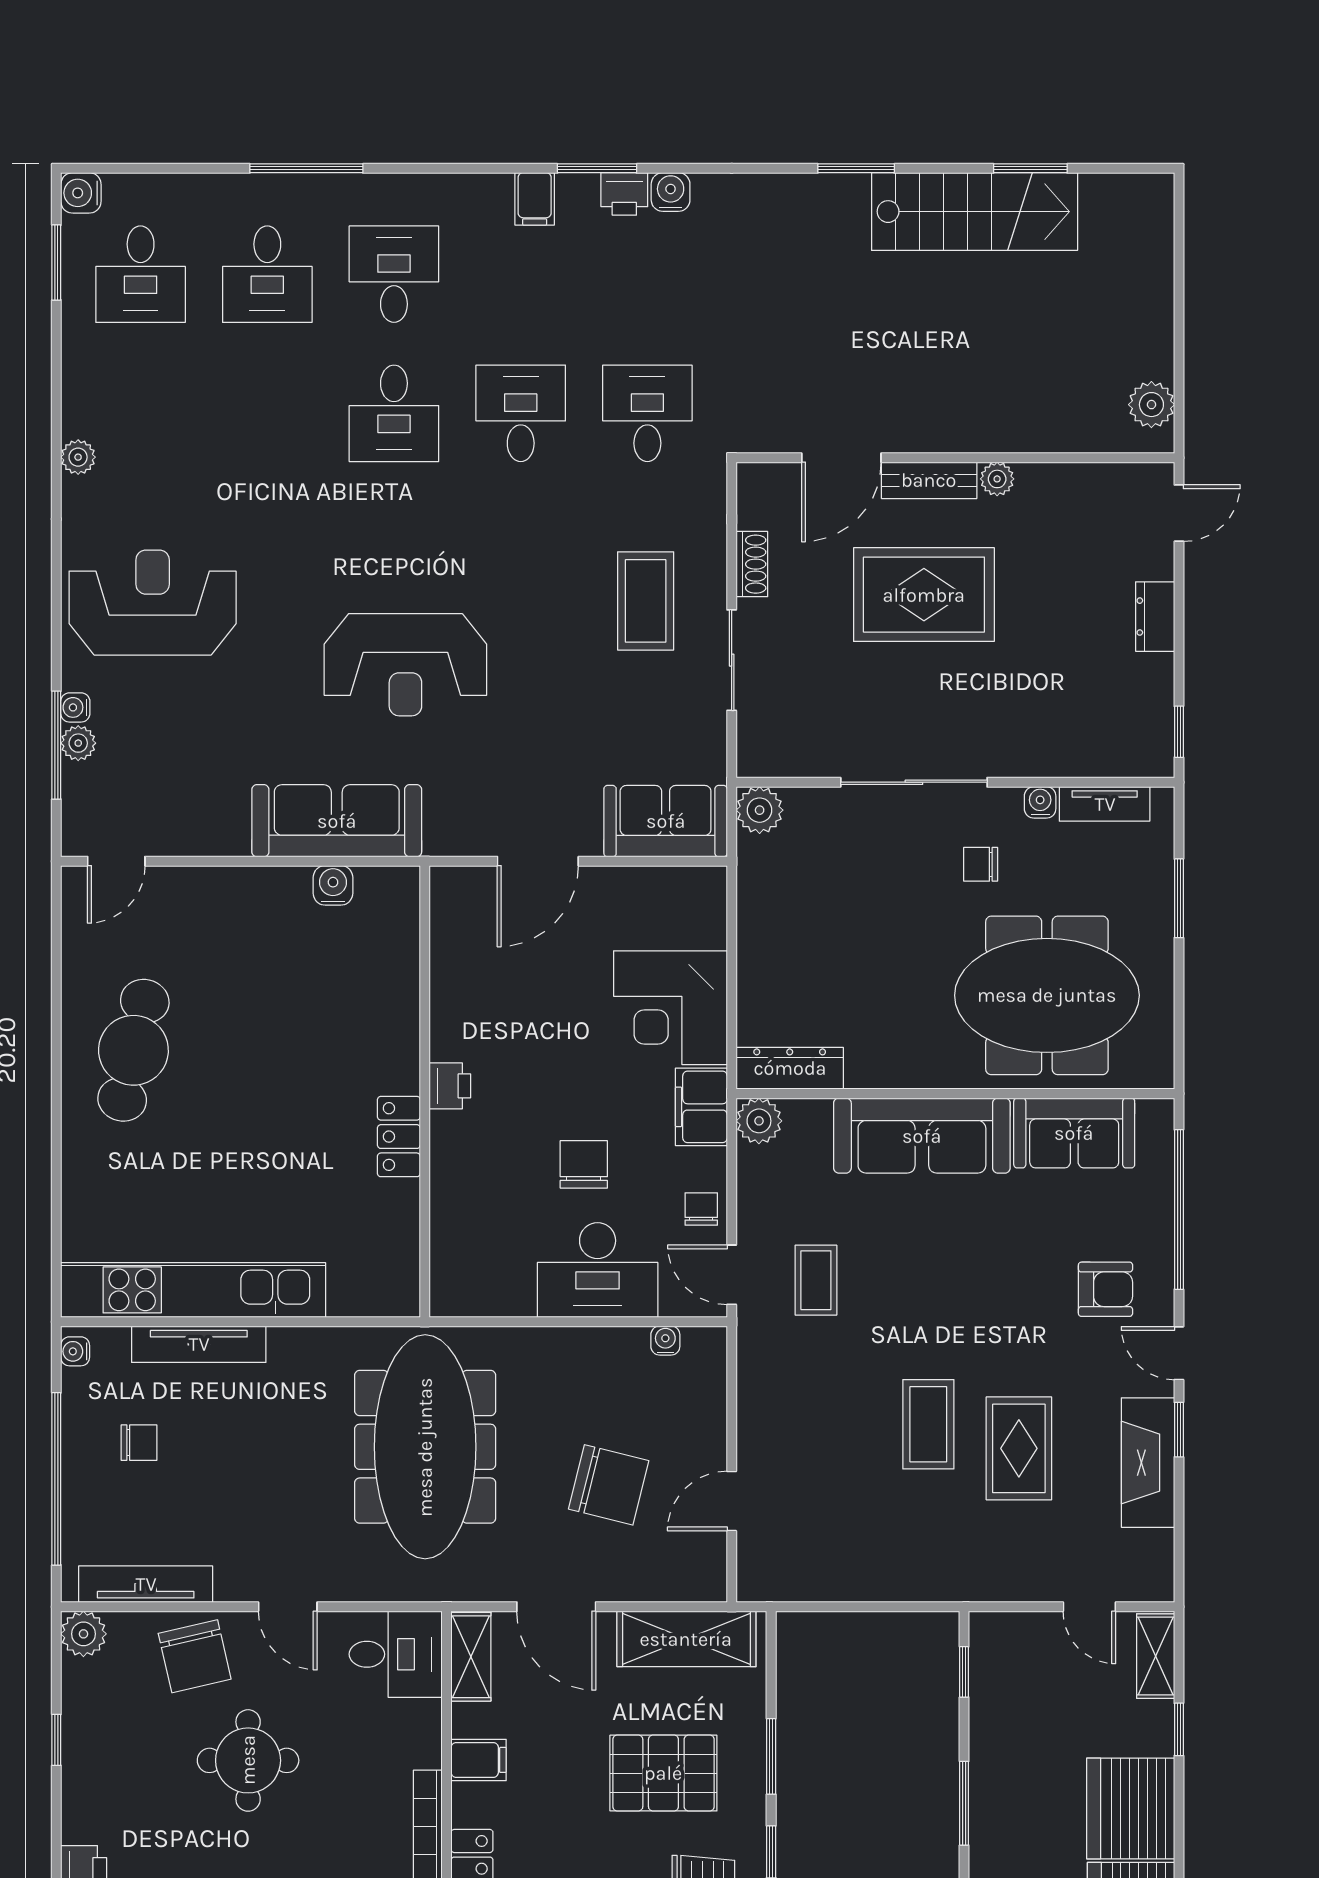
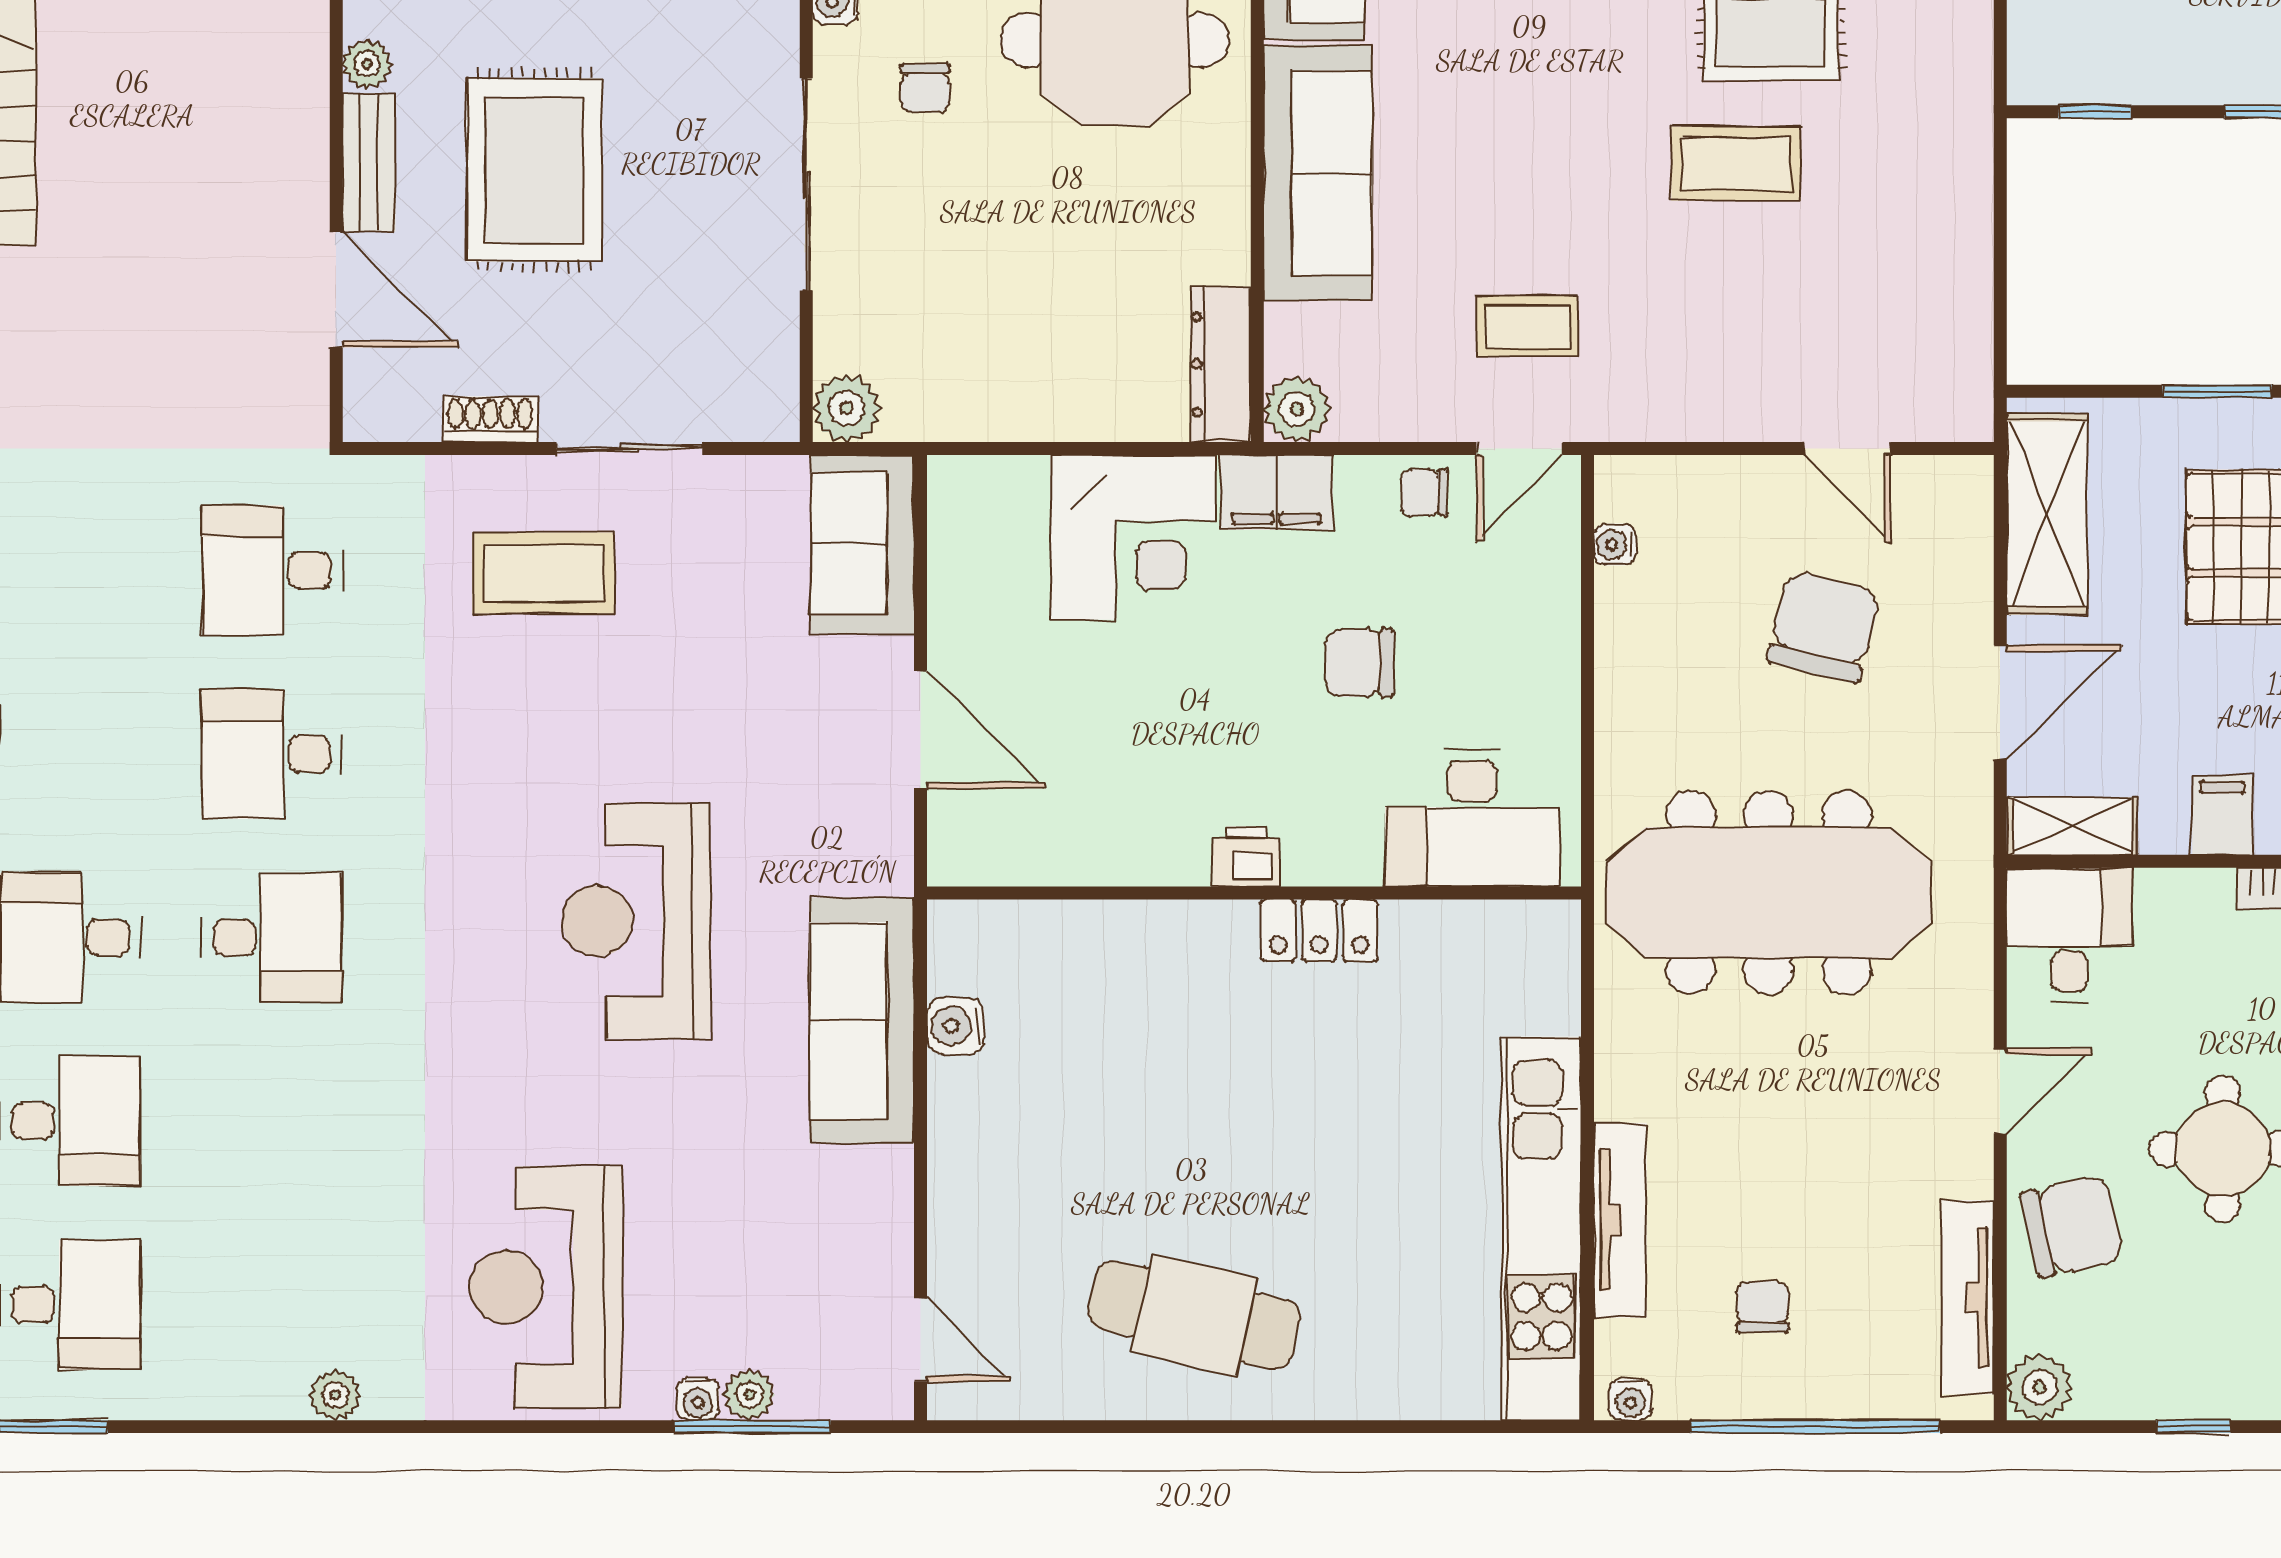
reception desk: (405, 665) -> (636, 921), turned 180
desk: (598, 1270) -> (1472, 818), moved, turned 90

